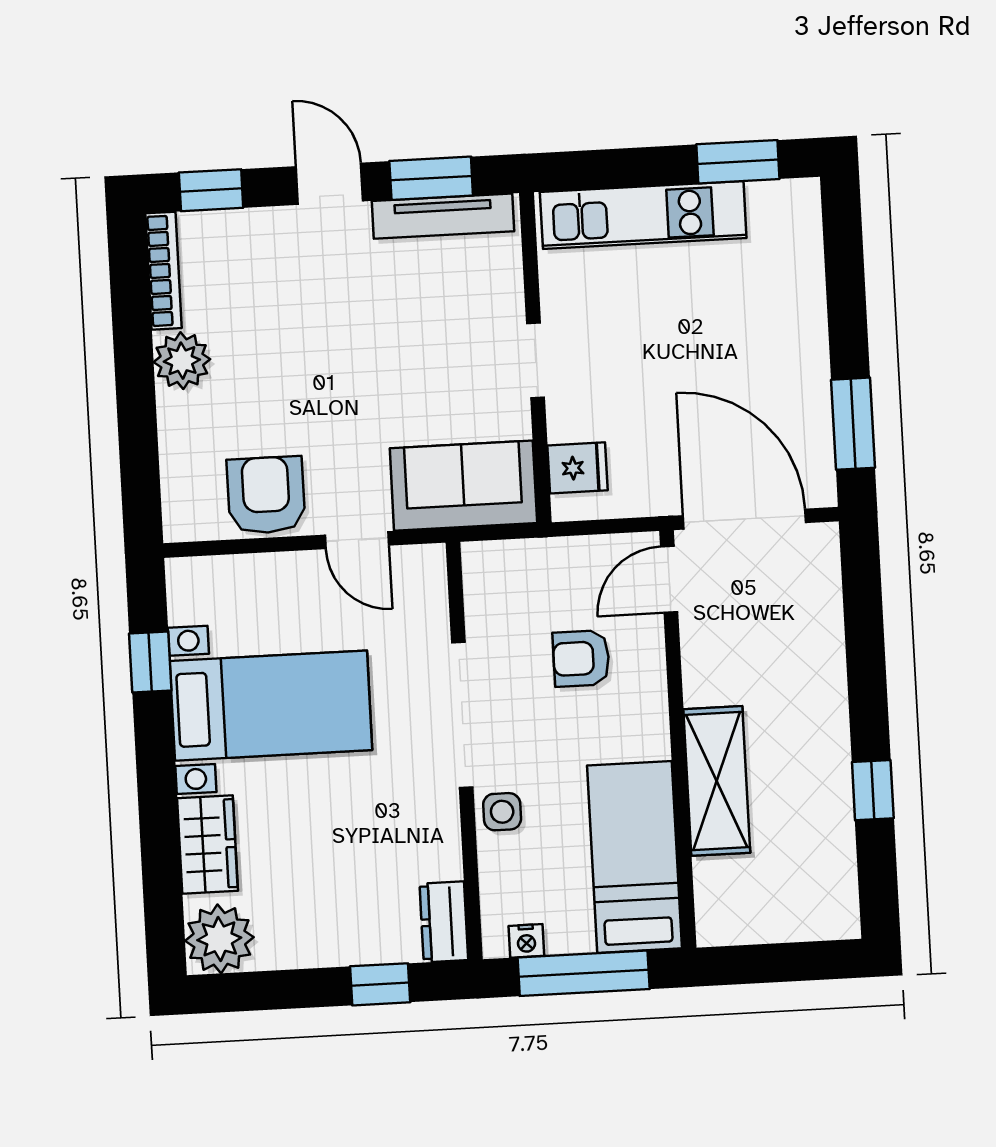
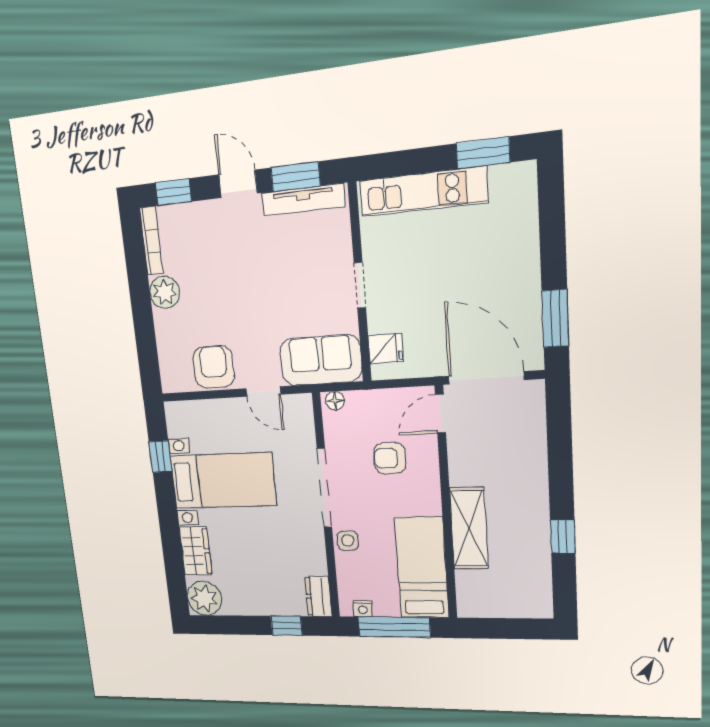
floor lamp: (487, 557) -> (335, 401), added

